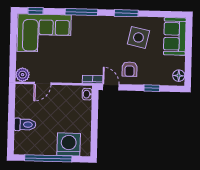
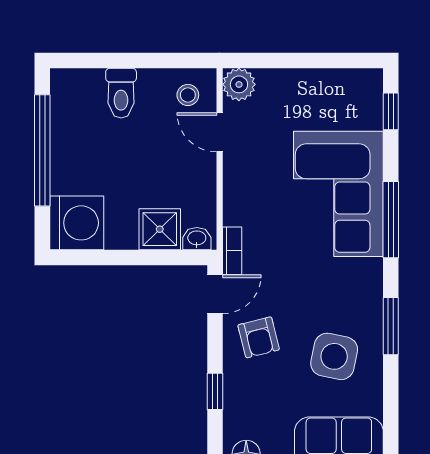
corner sofa: (44, 33) -> (338, 194), moved
armchair: (130, 69) -> (259, 337), turned -104
stool: (26, 96) -> (188, 95), added
shower: (83, 110) -> (160, 229), added
washing machine: (69, 144) -> (77, 223), moved

